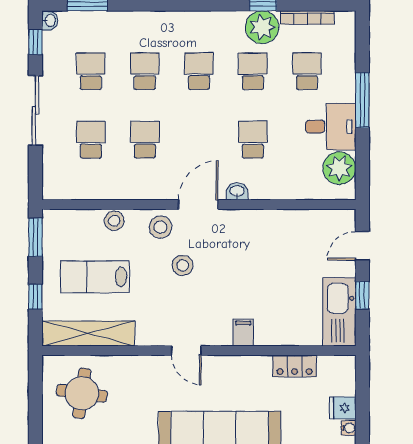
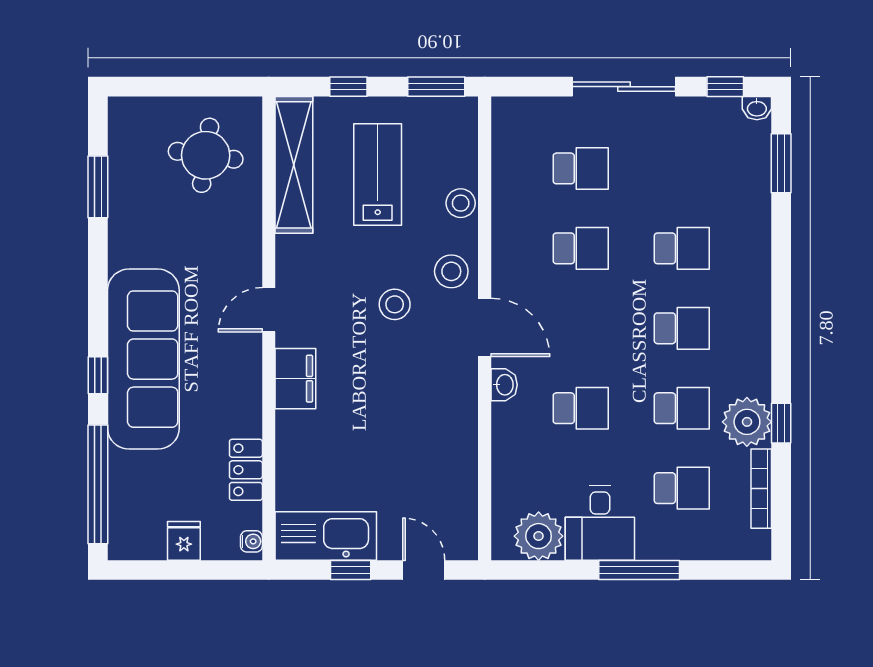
school desk: (91, 71) -> (682, 168), removed
filing cabinet: (243, 333) -> (295, 379), width x2.00
water cooler: (348, 428) -> (251, 541), moved, turned -90

